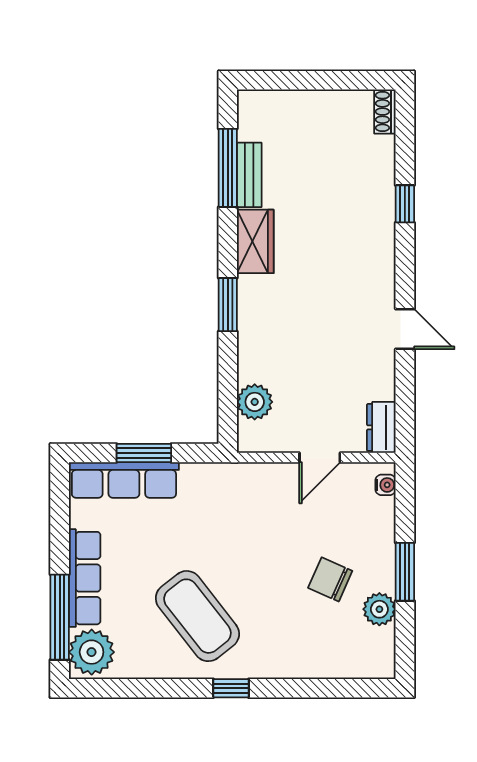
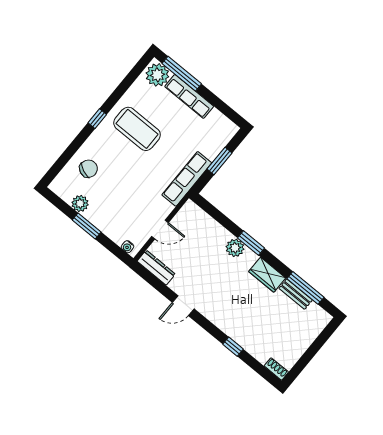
plant: (255, 402) -> (235, 248), moved
dresser: (381, 427) -> (156, 268), width x1.44
door: (320, 458) -> (160, 230), swing flipped
row of seats: (124, 480) -> (187, 179), moved
chair: (330, 579) -> (88, 169), moved
coffee table: (197, 616) -> (137, 129), turned 38

